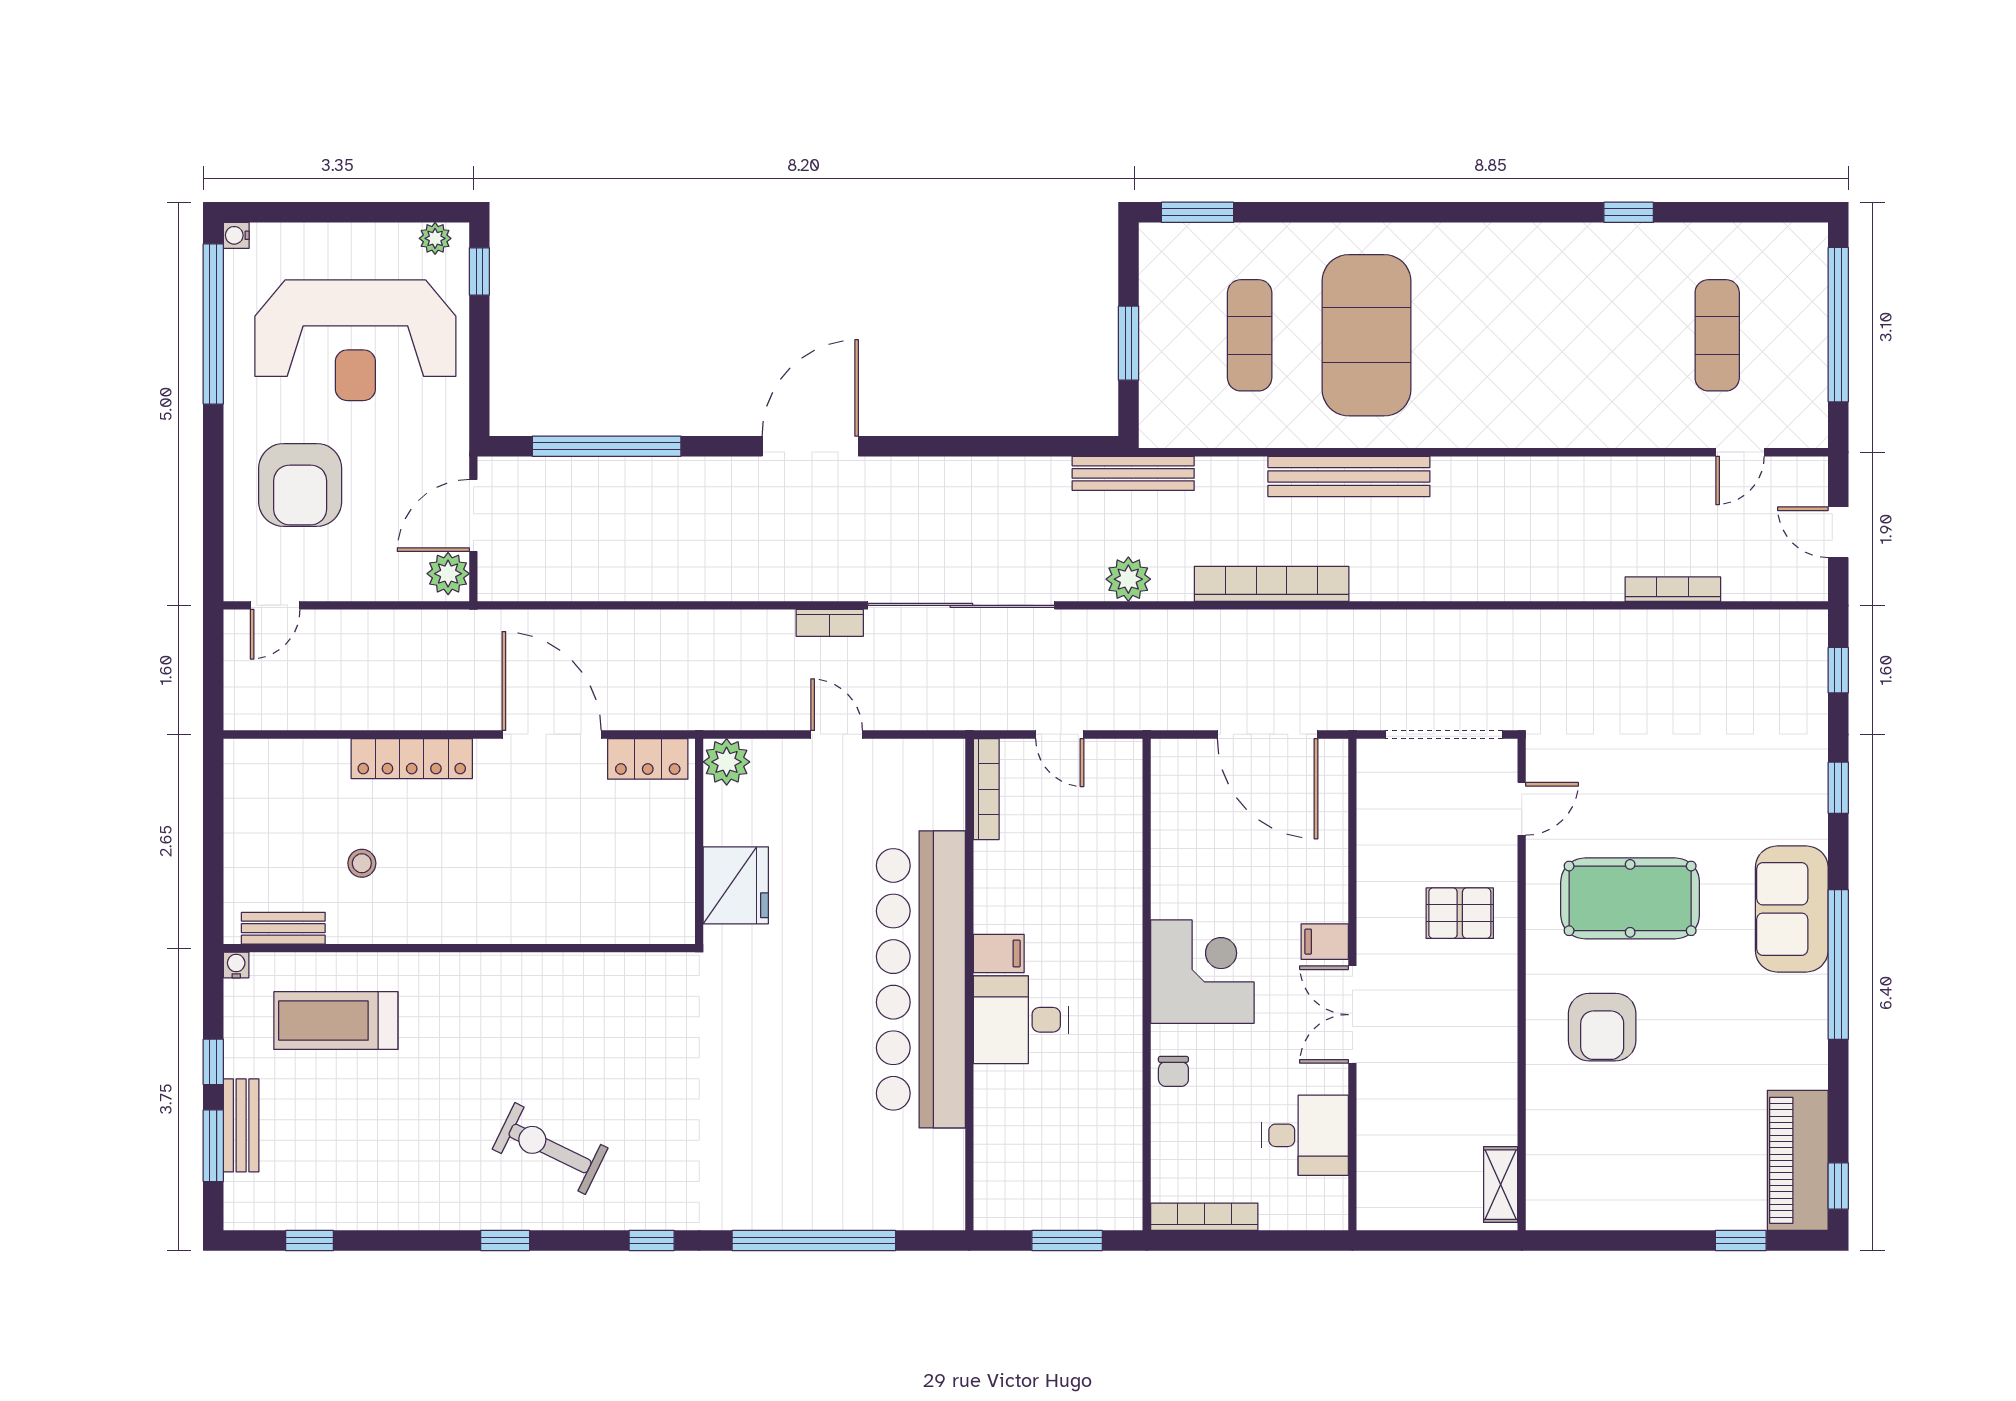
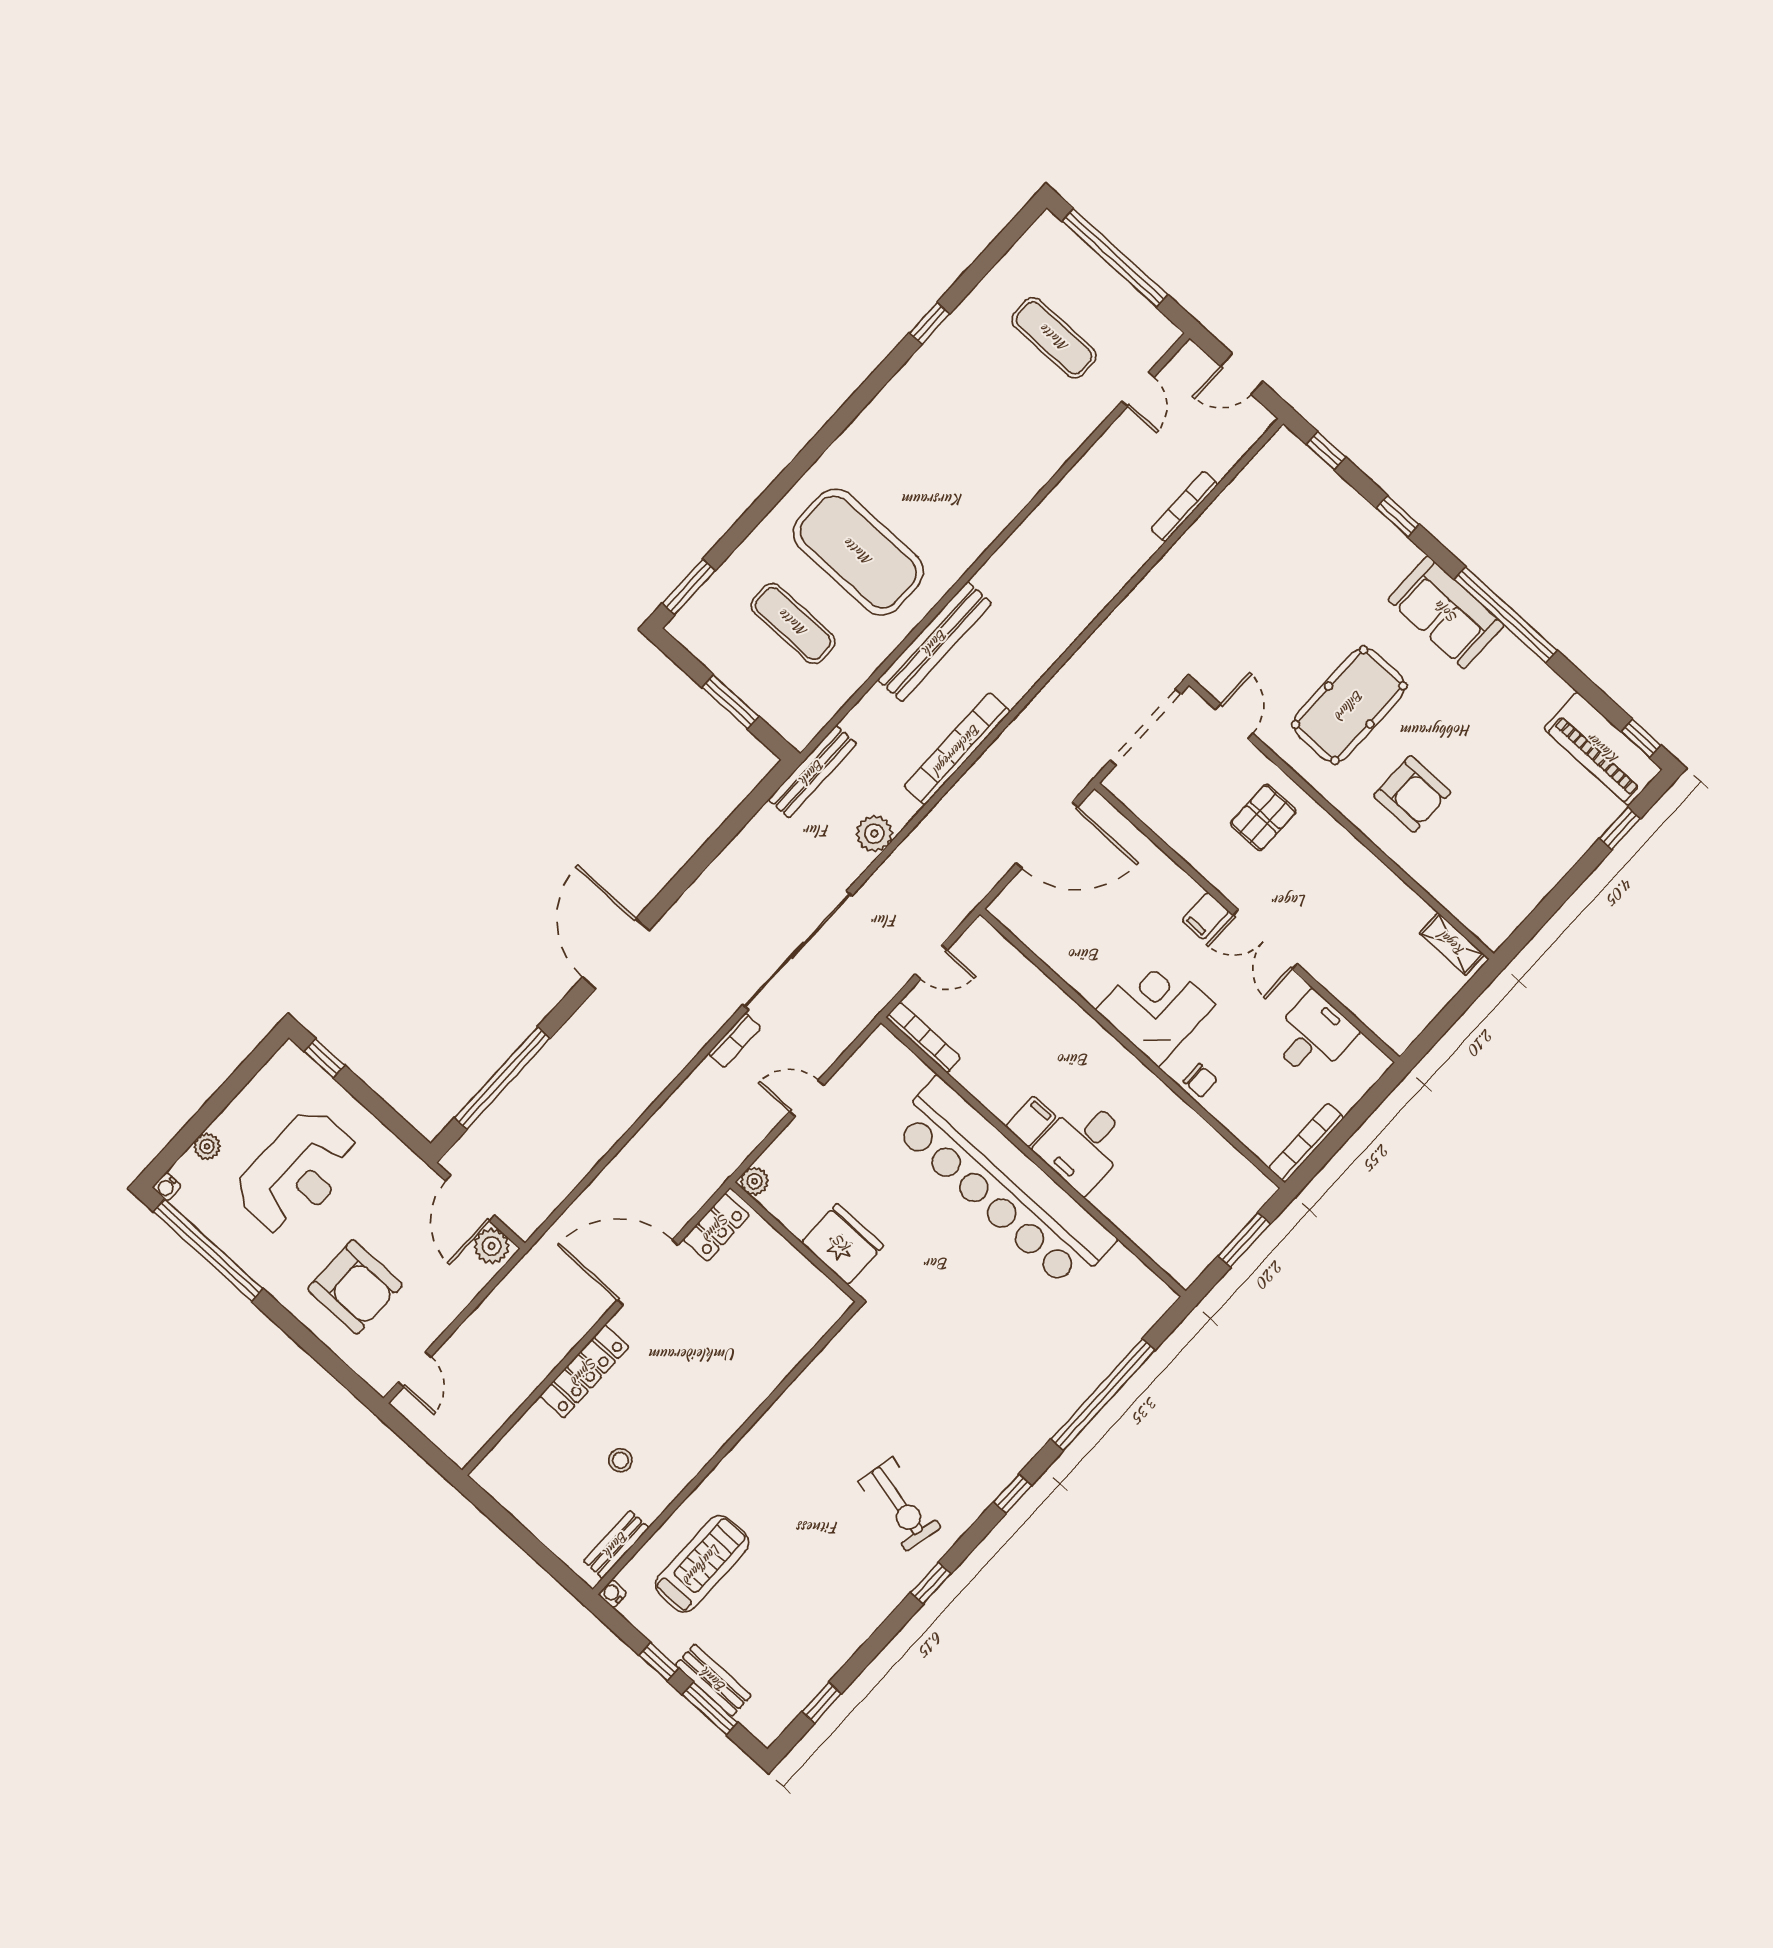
plant: (435, 238) -> (207, 1146), moved
reception desk: (355, 340) -> (297, 1172), width x0.74, depth x0.77
plant: (727, 762) -> (754, 1181), width x0.73, depth x0.73
treadmill: (336, 1021) -> (702, 1564), turned 180
exercise bike: (550, 1149) -> (900, 1504), turned -103

